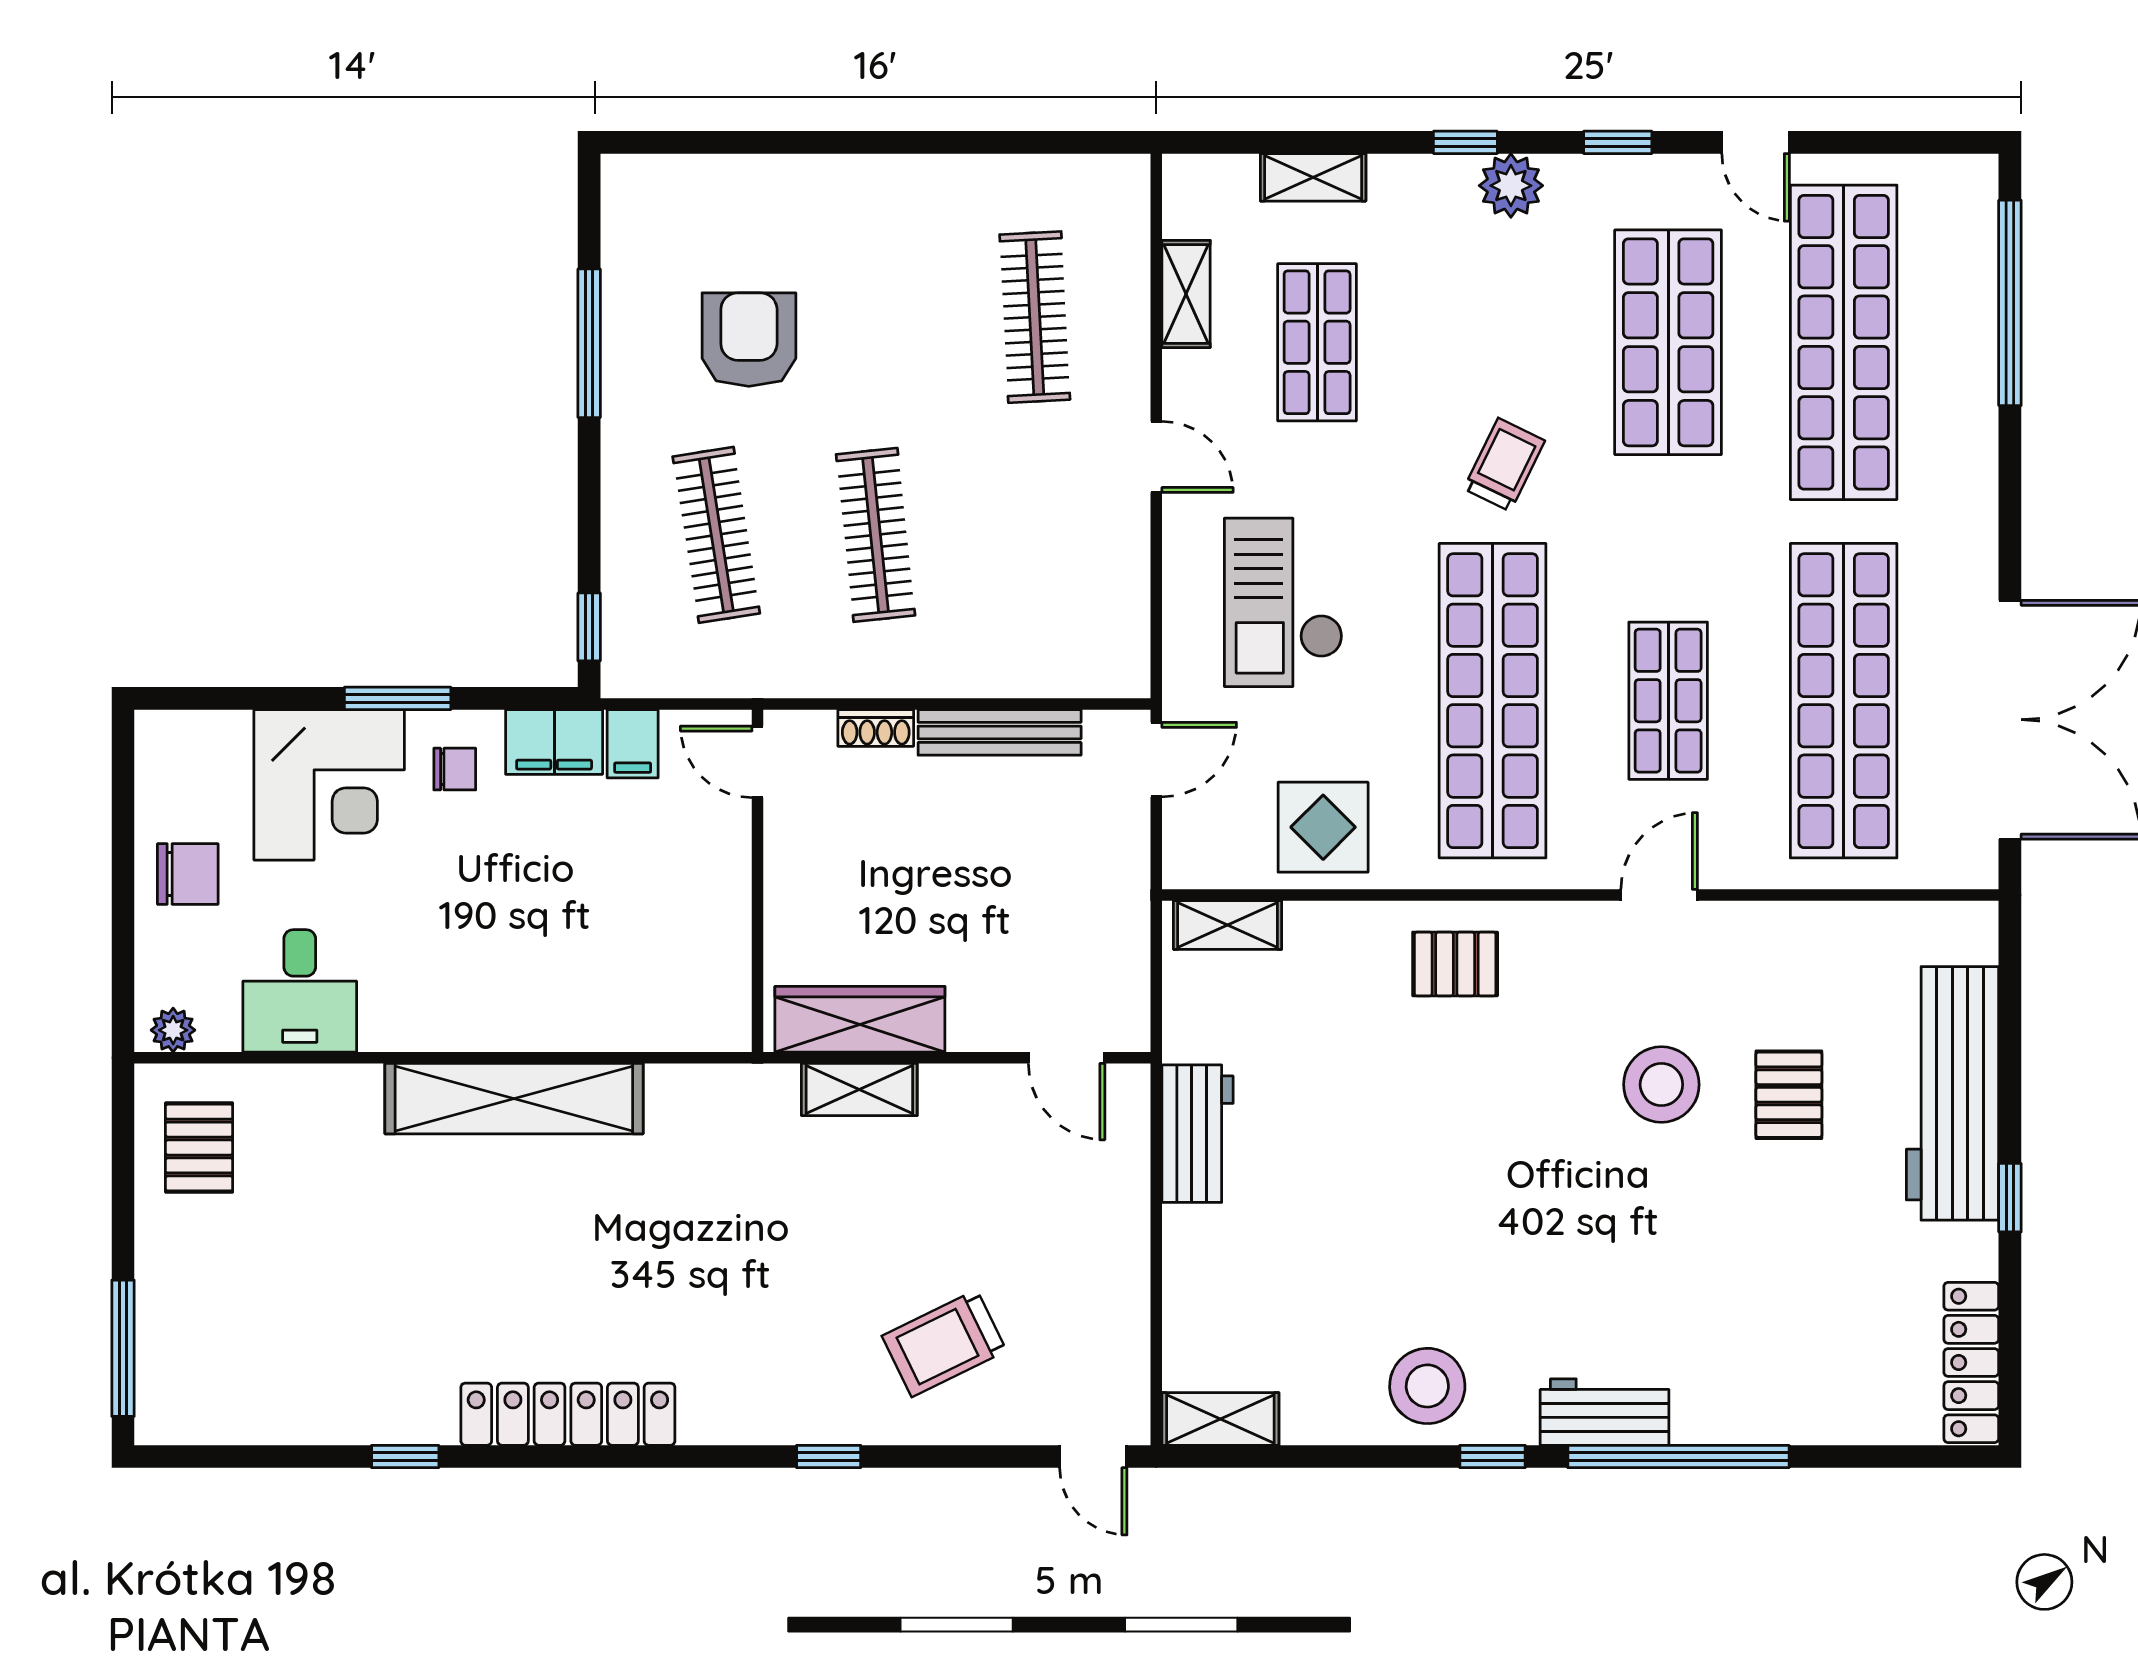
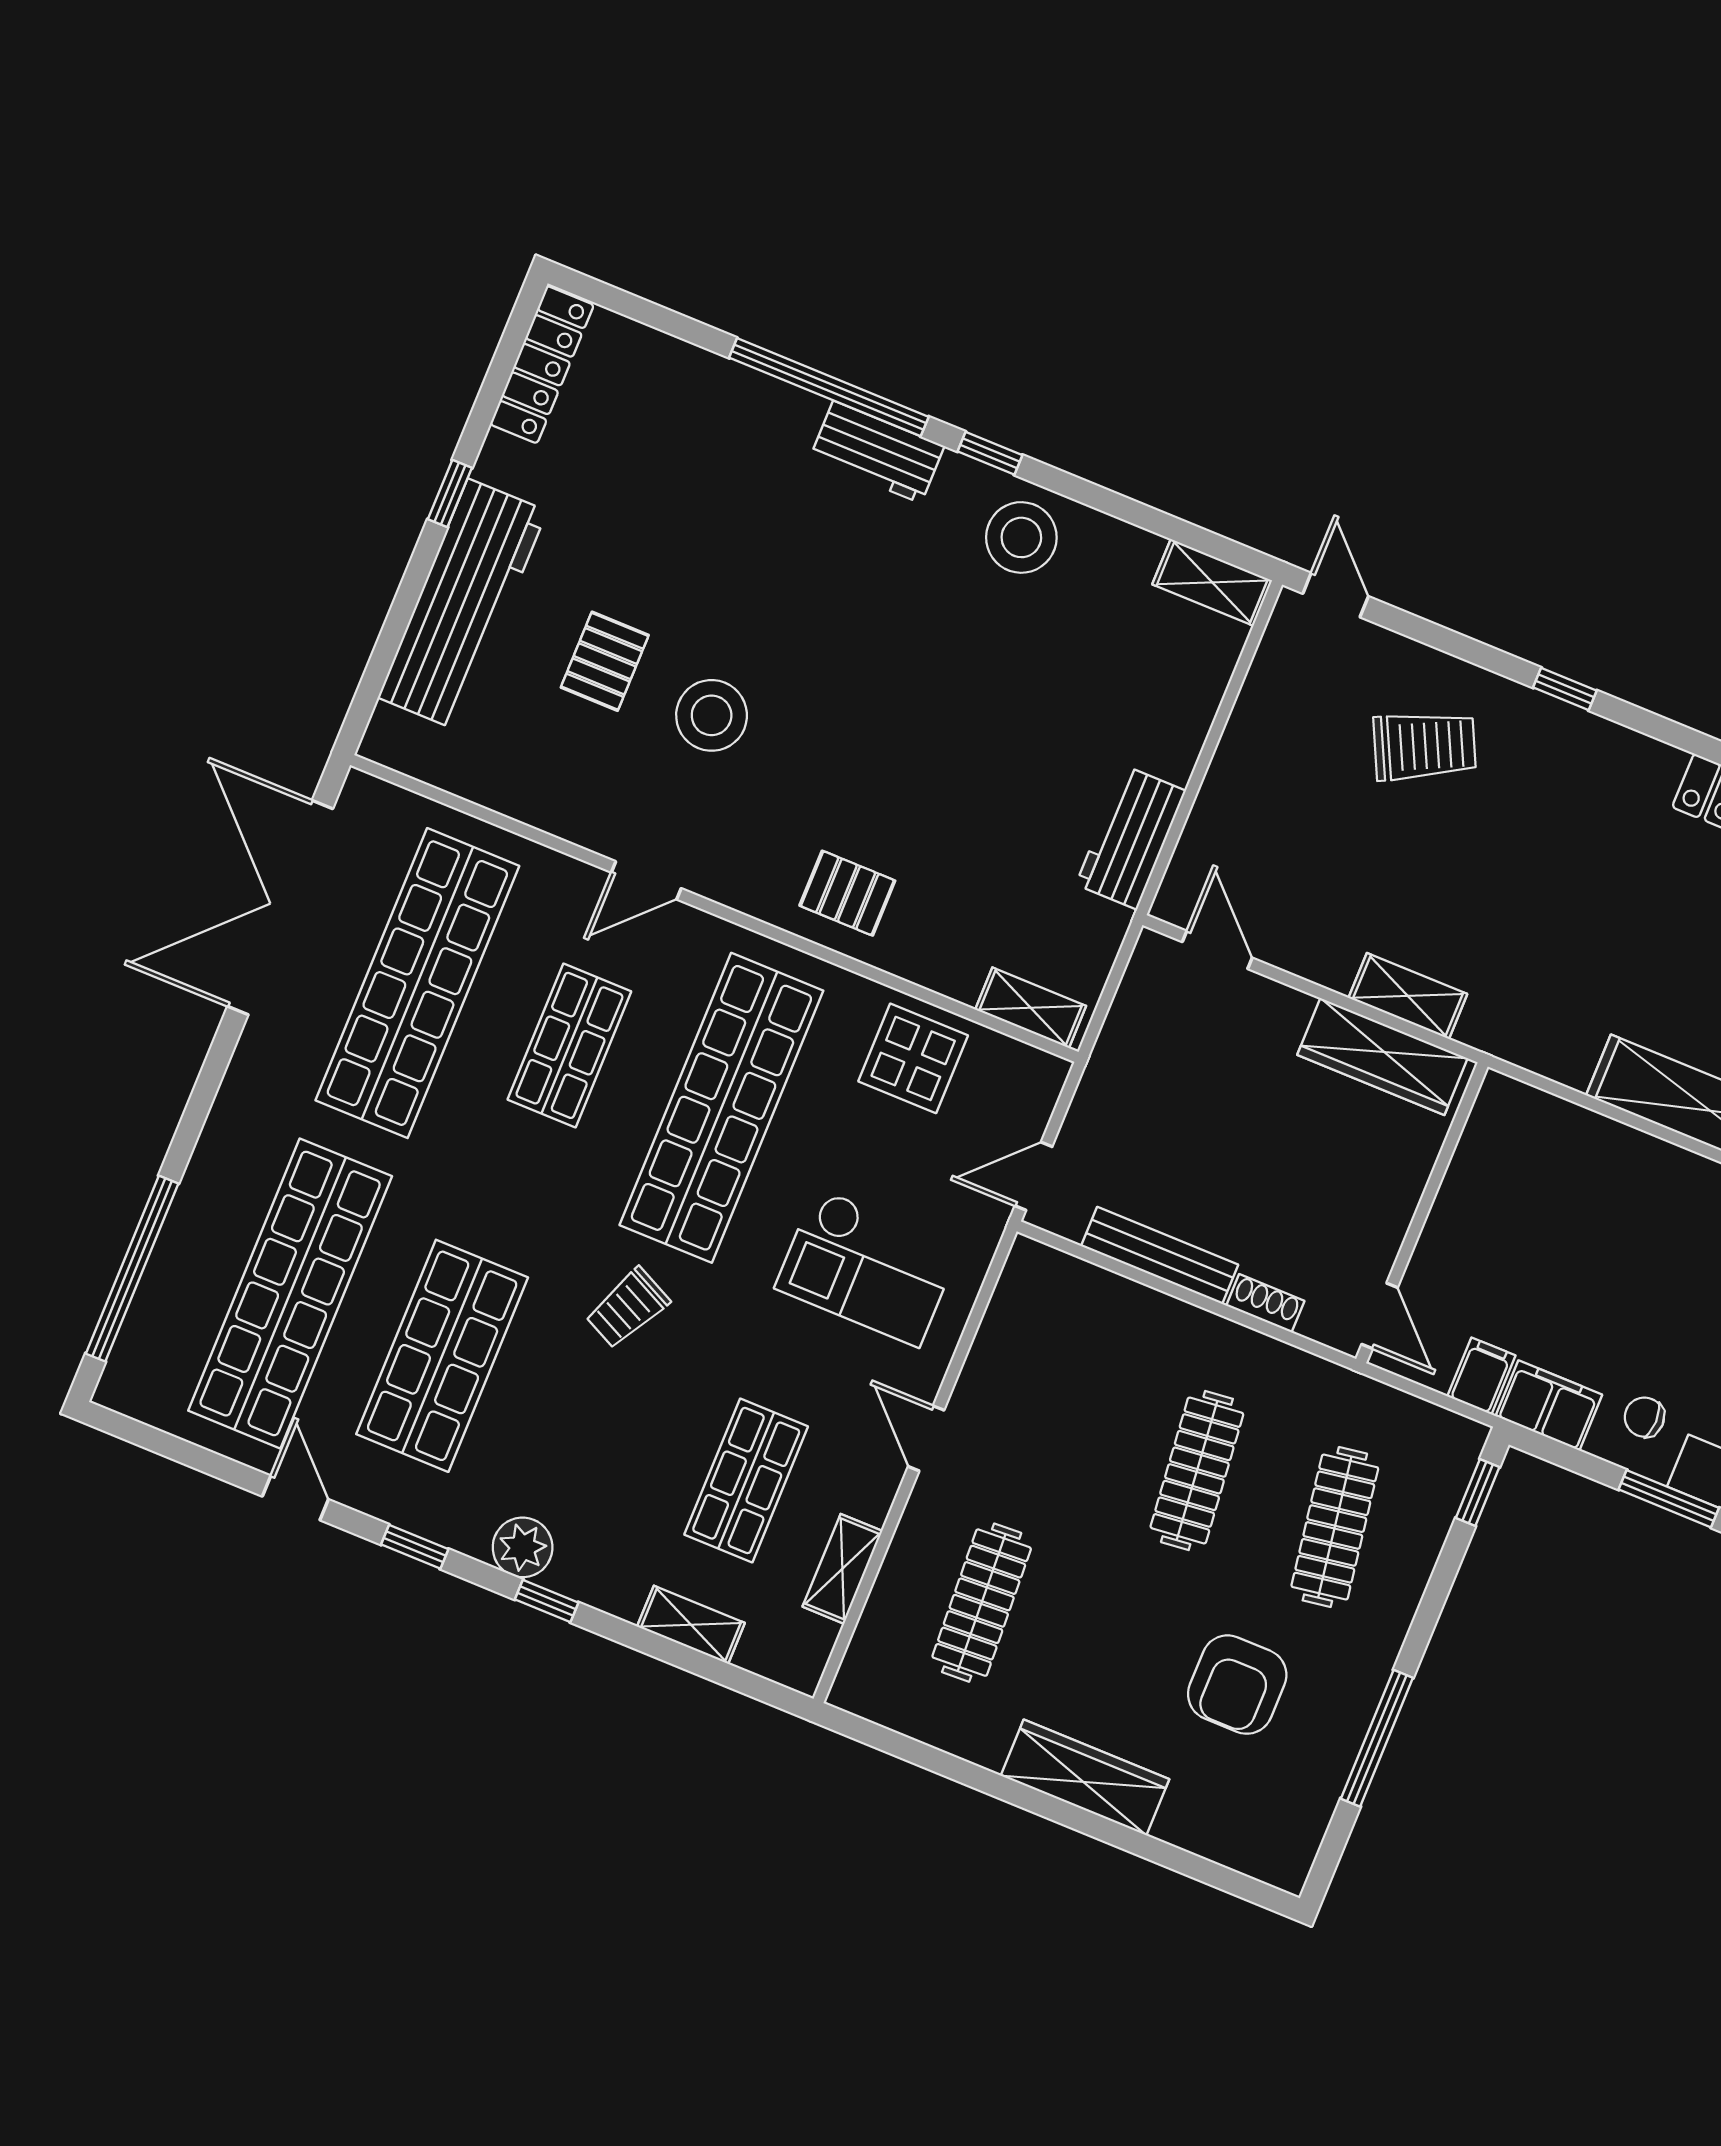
wardrobe: (862, 186) -> (1085, 1777), added
checkout: (1283, 602) -> (868, 1267), turned 90

